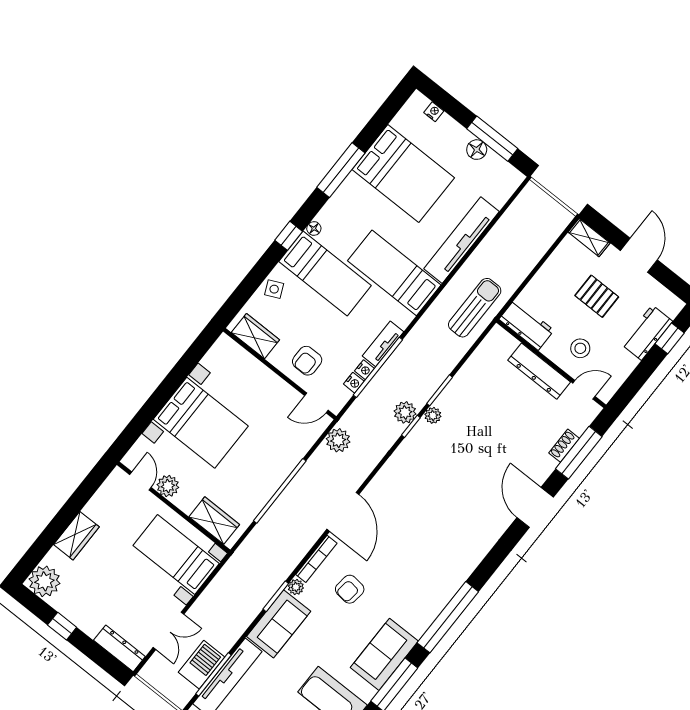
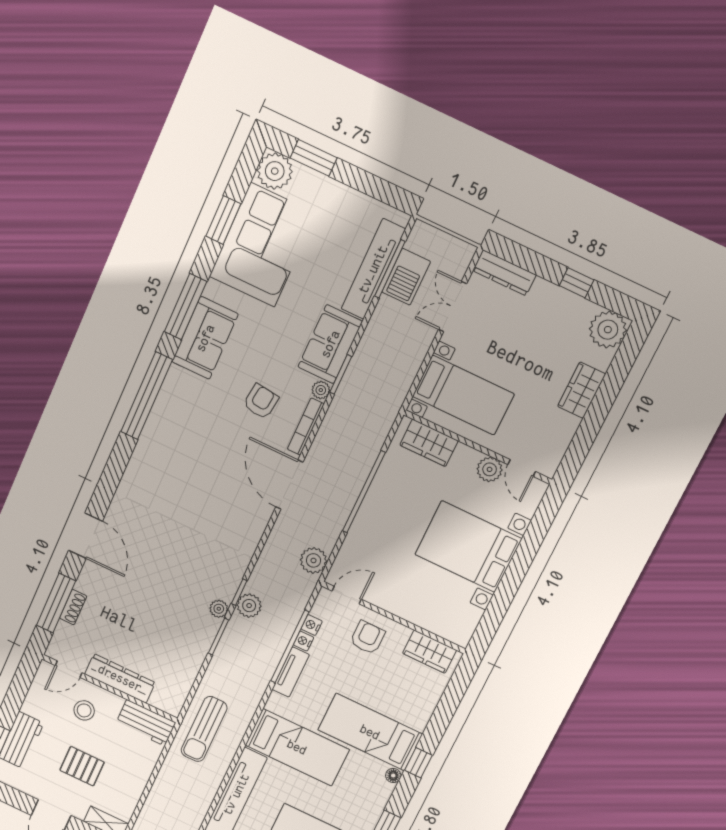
side table: (274, 289) -> (421, 705), removed

